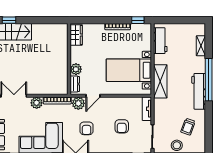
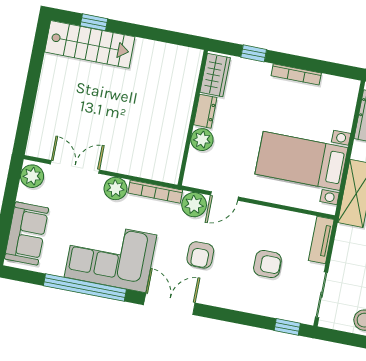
window: (138, 20) -> (254, 53), moved
dresser: (75, 84) -> (205, 111), moved
armchair: (122, 126) -> (267, 264), turned -90

